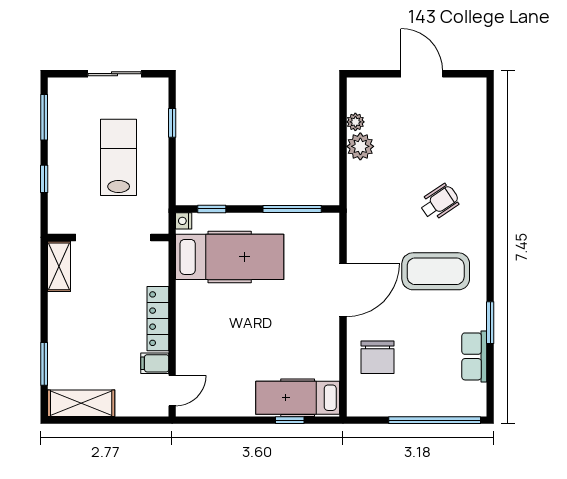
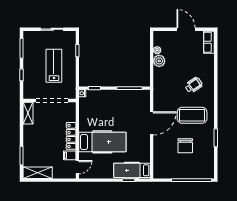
hospital bed: (230, 257) -> (102, 142), moved
row of seats: (474, 356) -> (209, 42), moved
chair: (378, 357) -> (185, 146), moved

